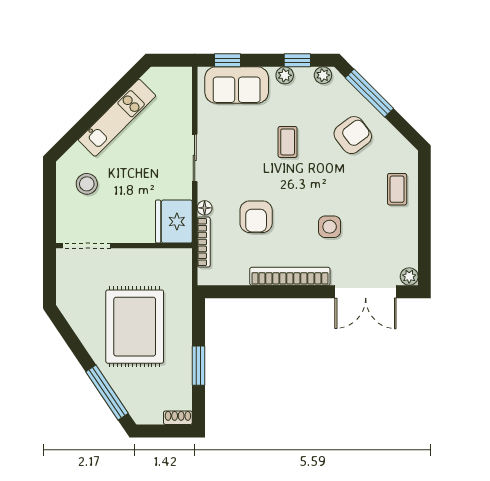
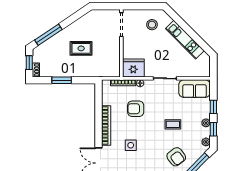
window: (227, 60) -> (213, 107), moved
sofa: (237, 85) -> (194, 89), moved, turned -90
rug: (135, 327) -> (81, 48), width x0.54, depth x0.49
window: (163, 431) -> (29, 63), added

